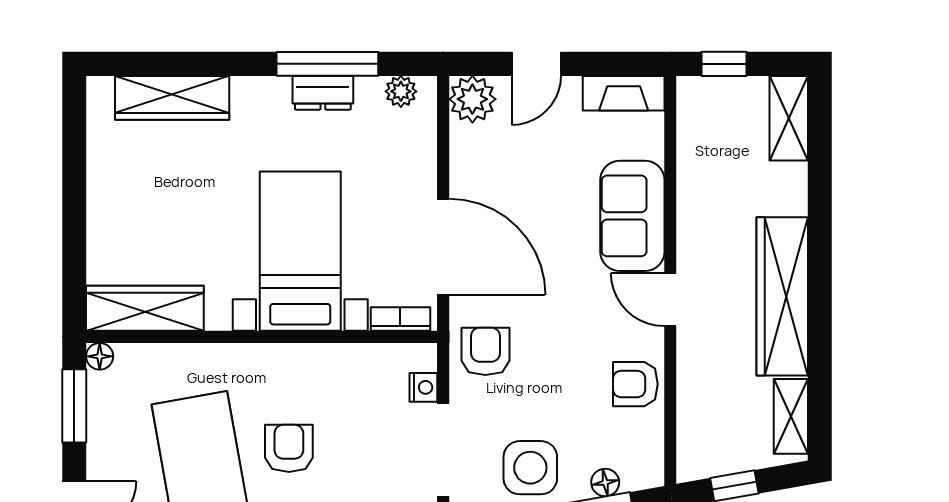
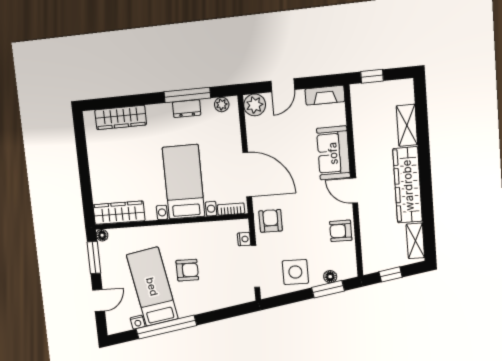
shelving: (789, 118) -> (407, 125), moved
armchair: (289, 448) -> (187, 270), turned 90

